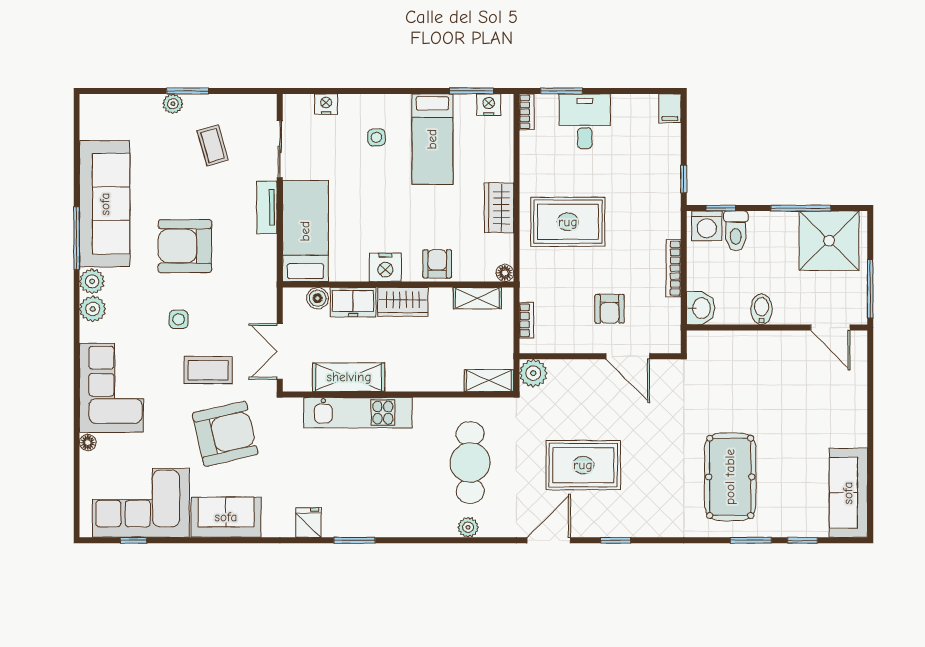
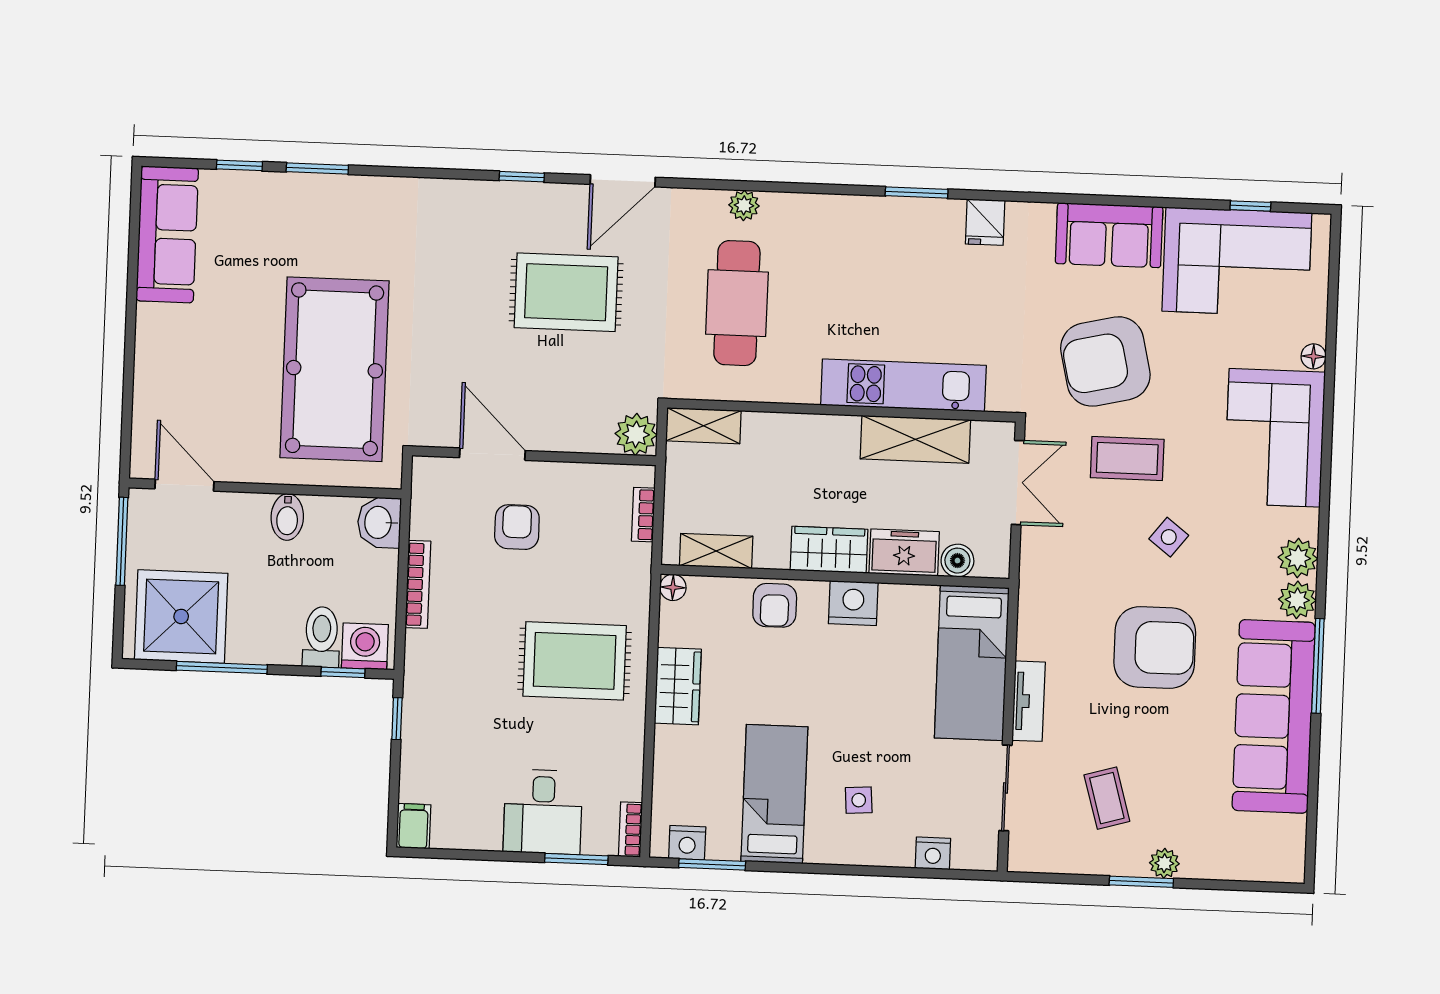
side table: (179, 319) -> (1169, 537), turned 38
pool table: (730, 477) -> (335, 369), moved, width x1.36, depth x1.32

